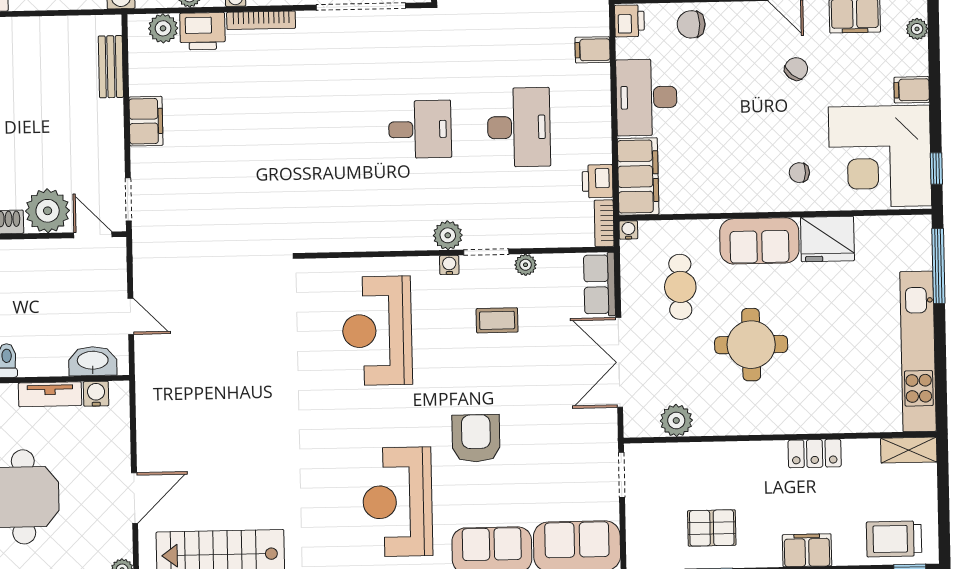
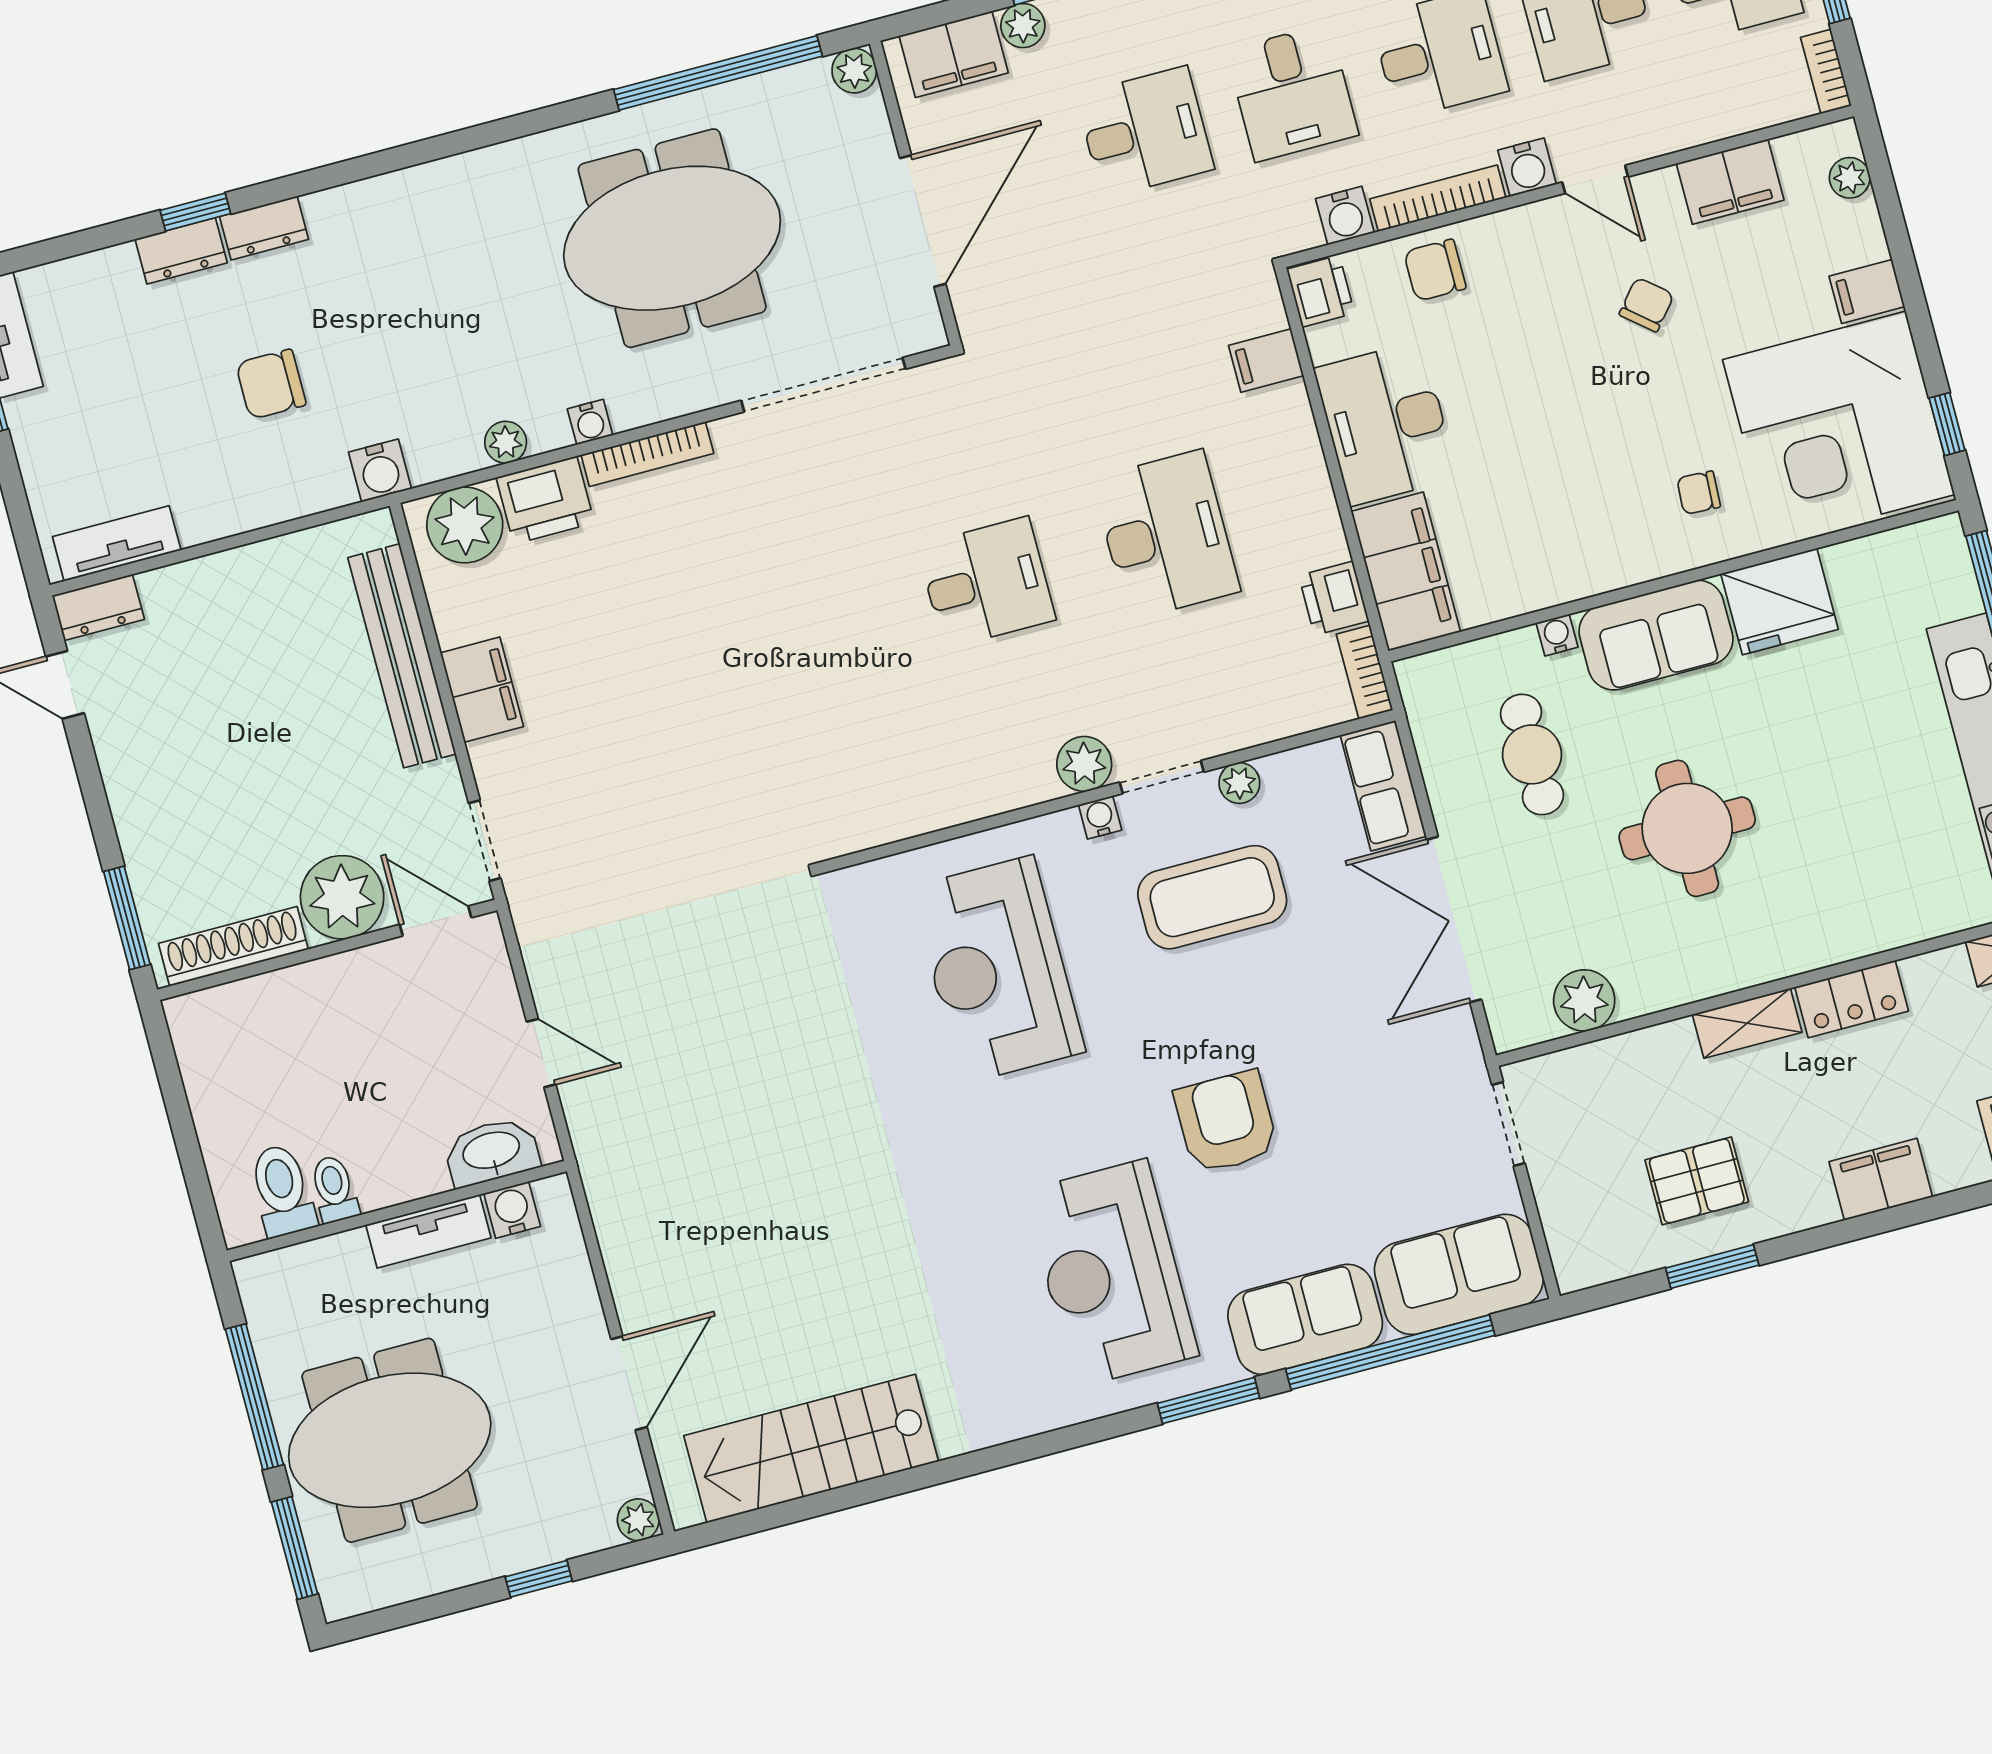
plant: (163, 28) -> (465, 525), width x1.36, depth x1.36
bench: (111, 67) -> (402, 656), width x1.86, depth x1.21
water cooler: (628, 230) -> (1557, 635), moved
coffee table: (497, 320) -> (1212, 897), width x1.86, depth x1.72
shelving: (758, 453) -> (1747, 1023), added

